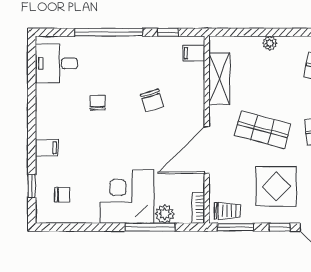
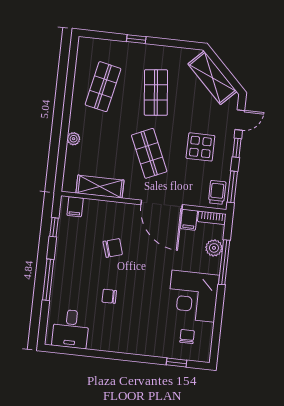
window: (109, 32) -> (48, 280), width x0.68
shop shelf: (263, 130) -> (149, 153), turned -39
filing cabinet: (47, 148) -> (189, 220), moved, turned 180
display table: (276, 186) -> (200, 147), width x0.73, depth x0.73
corner desk: (127, 197) -> (193, 296), moved

